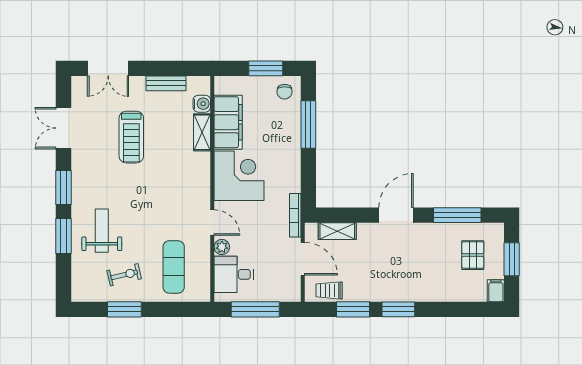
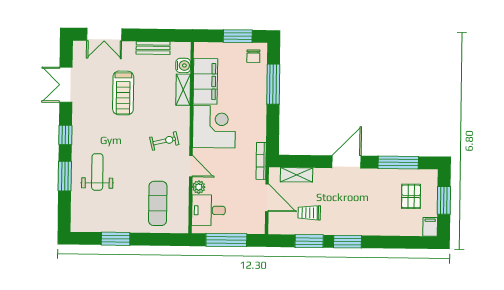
window: (63, 187) -> (65, 135), width x0.67
exercise bike: (124, 275) -> (164, 141), moved
trolley: (329, 290) -> (309, 213), moved

